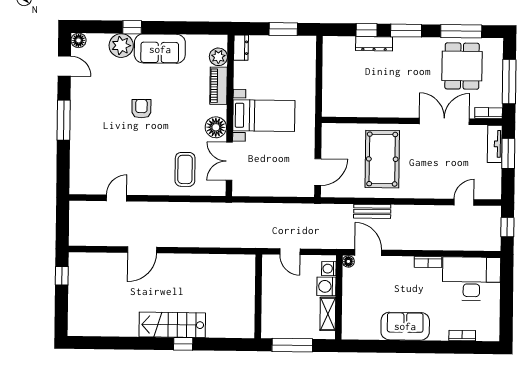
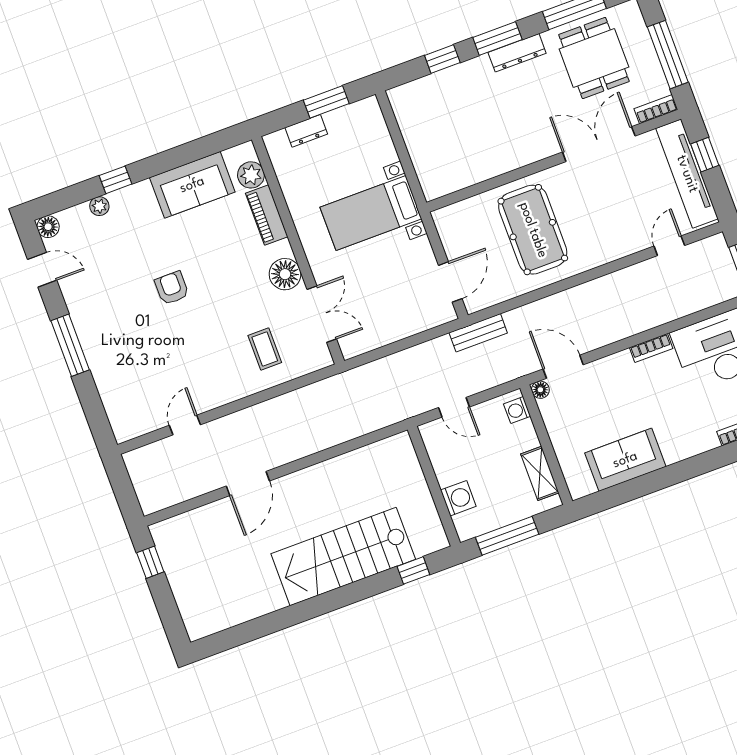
dresser: (374, 44) -> (517, 53), moved
plant: (121, 46) -> (99, 206), width x0.53, depth x0.53
dresser: (241, 48) -> (306, 131), moved, turned 90
sofa: (160, 49) -> (192, 185), moved
bed with nightstands: (264, 116) -> (371, 213), moved, turned 180
tv unit: (495, 144) -> (687, 174), width x1.92, depth x1.29
window: (508, 153) -> (705, 155), width x0.67
double door: (229, 161) -> (322, 314), swing flipped
coffee table: (185, 169) -> (265, 349), width x0.73, depth x0.77
bench: (372, 211) -> (478, 333), moved
washing machine: (326, 286) -> (458, 498), moved, turned 180
stairs: (172, 325) -> (343, 556), width x1.36, depth x1.51
sofa: (405, 326) -> (625, 460), moved
window: (183, 344) -> (413, 570), moved

